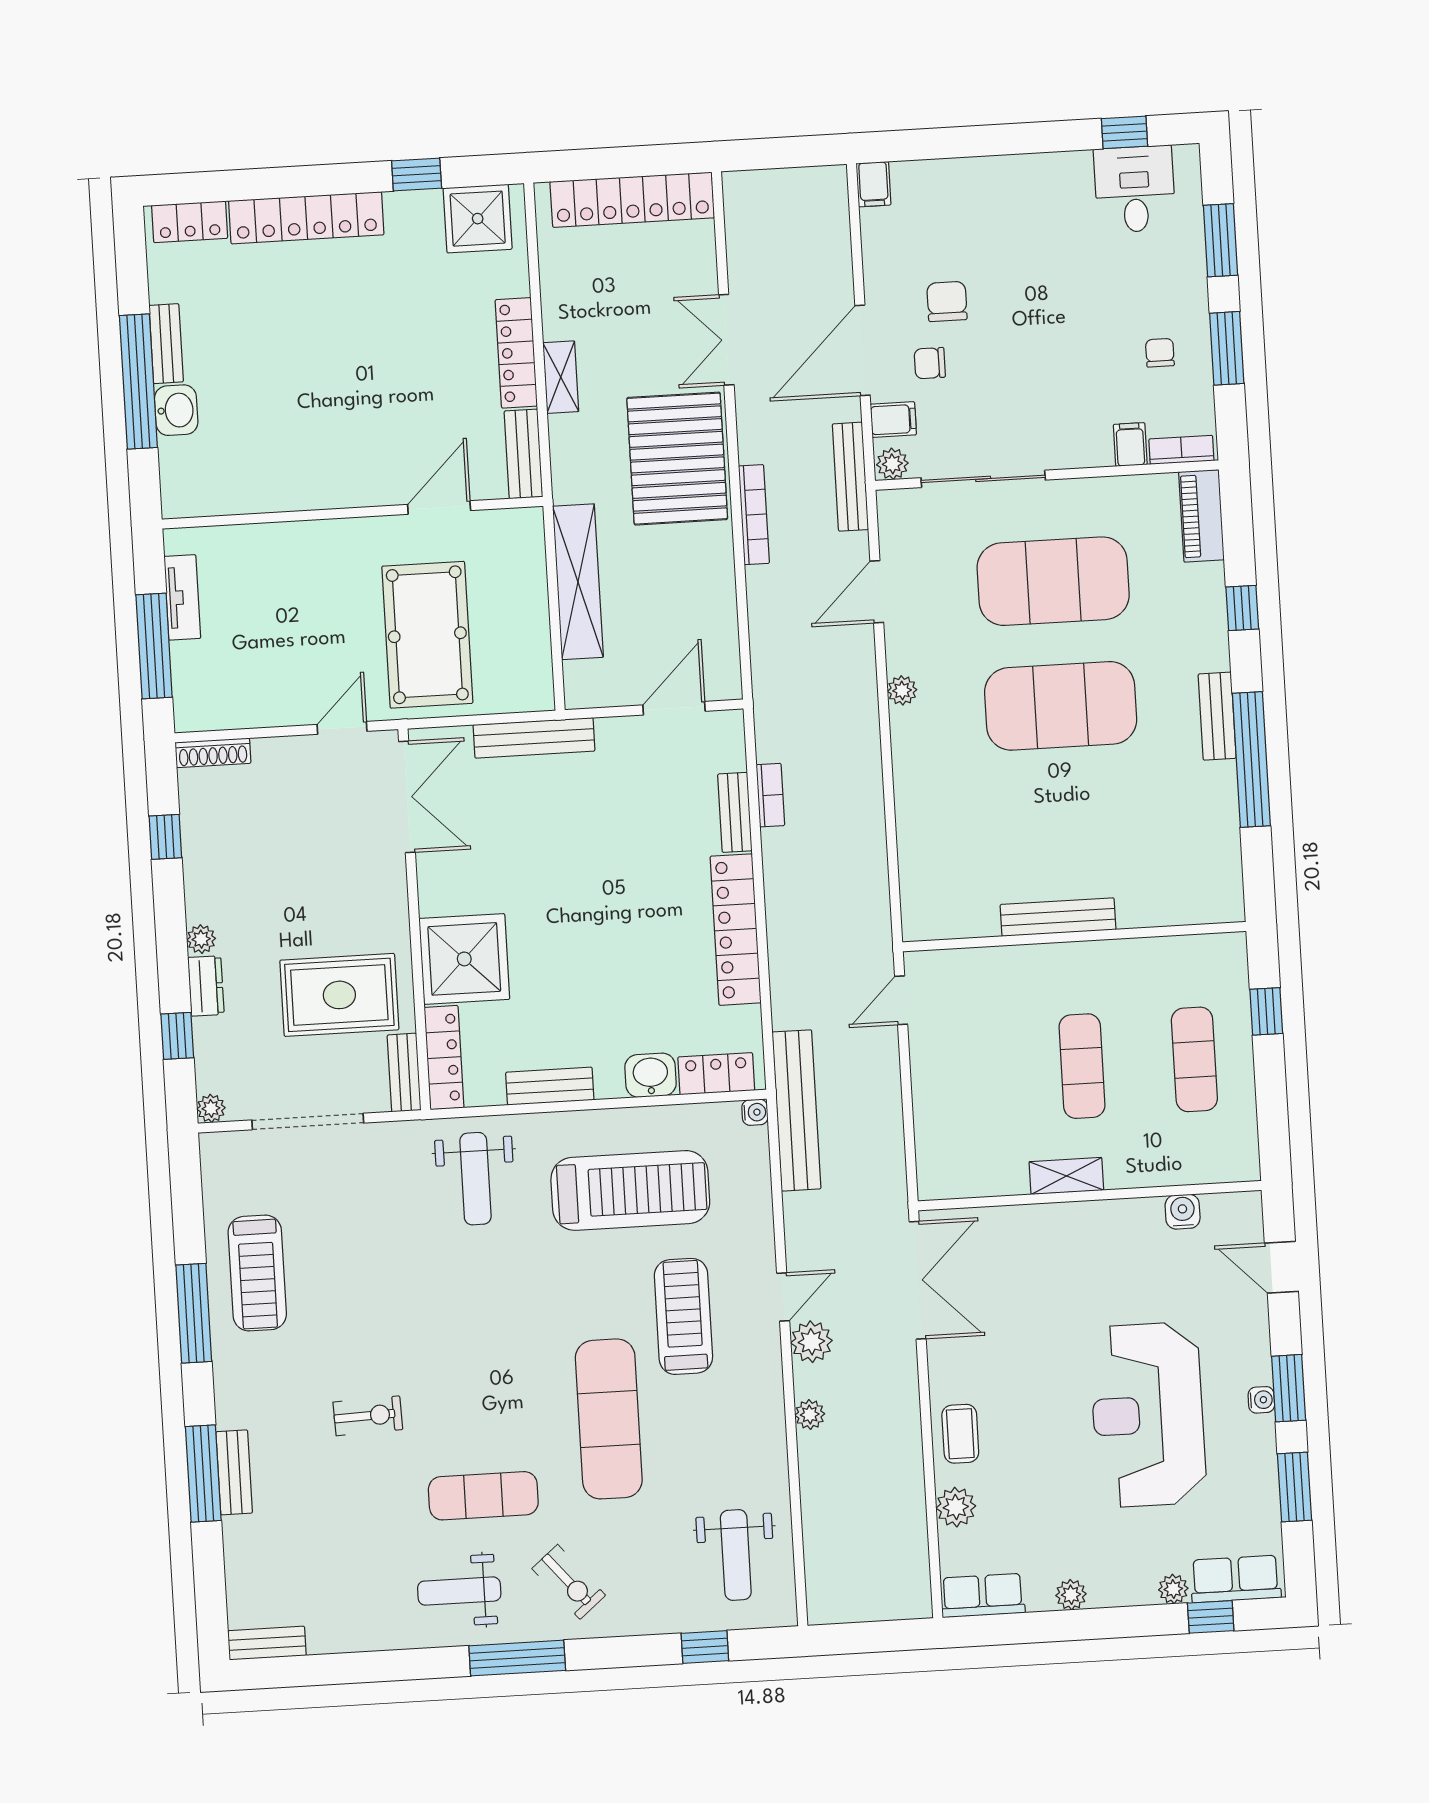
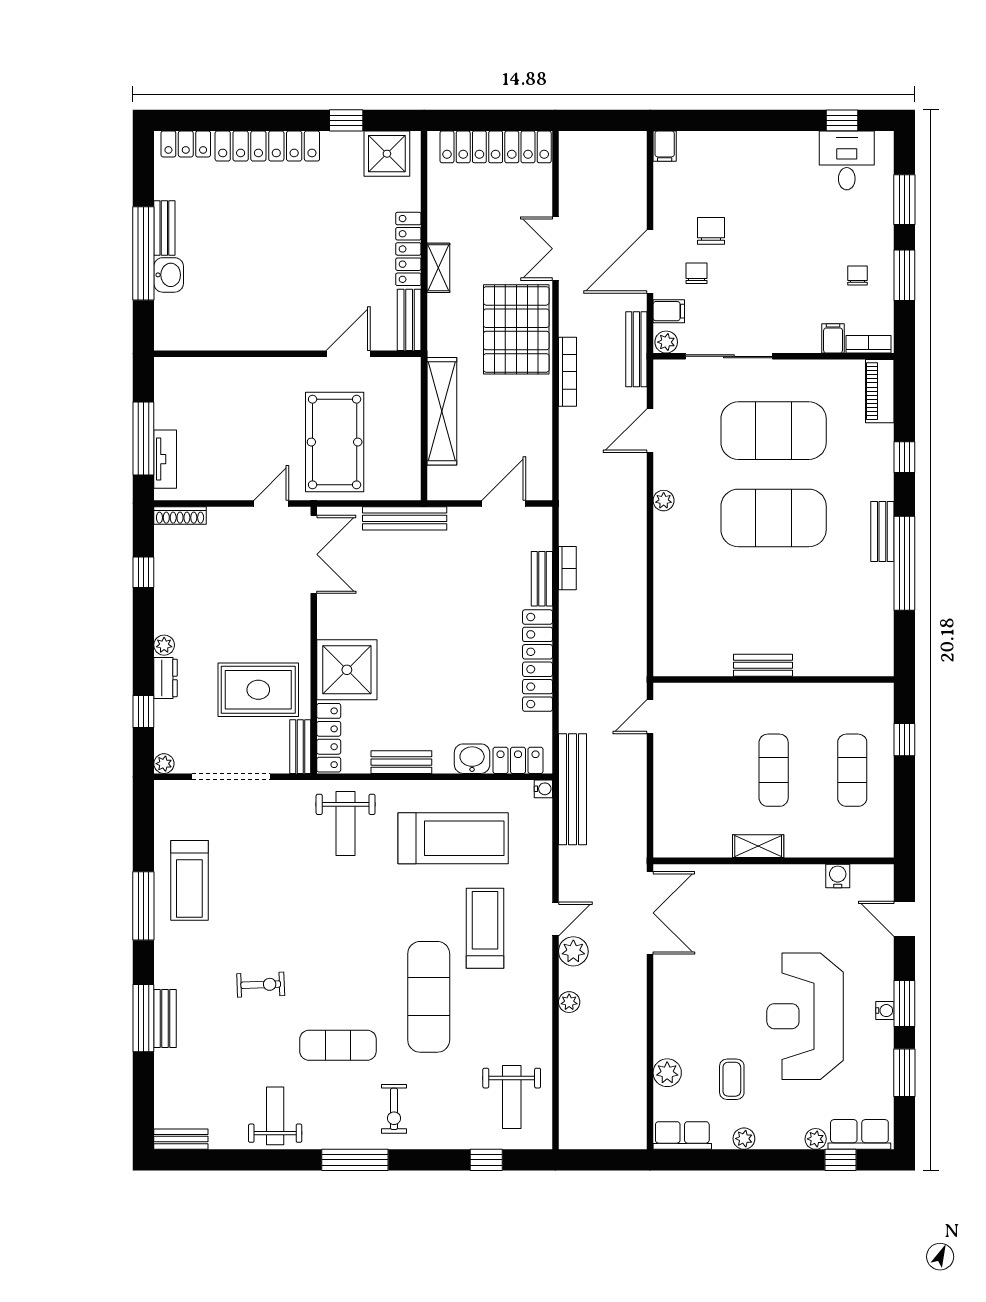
chair: (930, 363) -> (696, 273), turned 90
tv unit: (182, 597) -> (165, 459), moved
bench: (1058, 917) -> (763, 665), width x0.73
coffee table: (960, 1434) -> (732, 1079), moved
exercise bike: (569, 1582) -> (394, 1109), turned 40
weight bench: (459, 1591) -> (275, 1116), moved, turned 90

